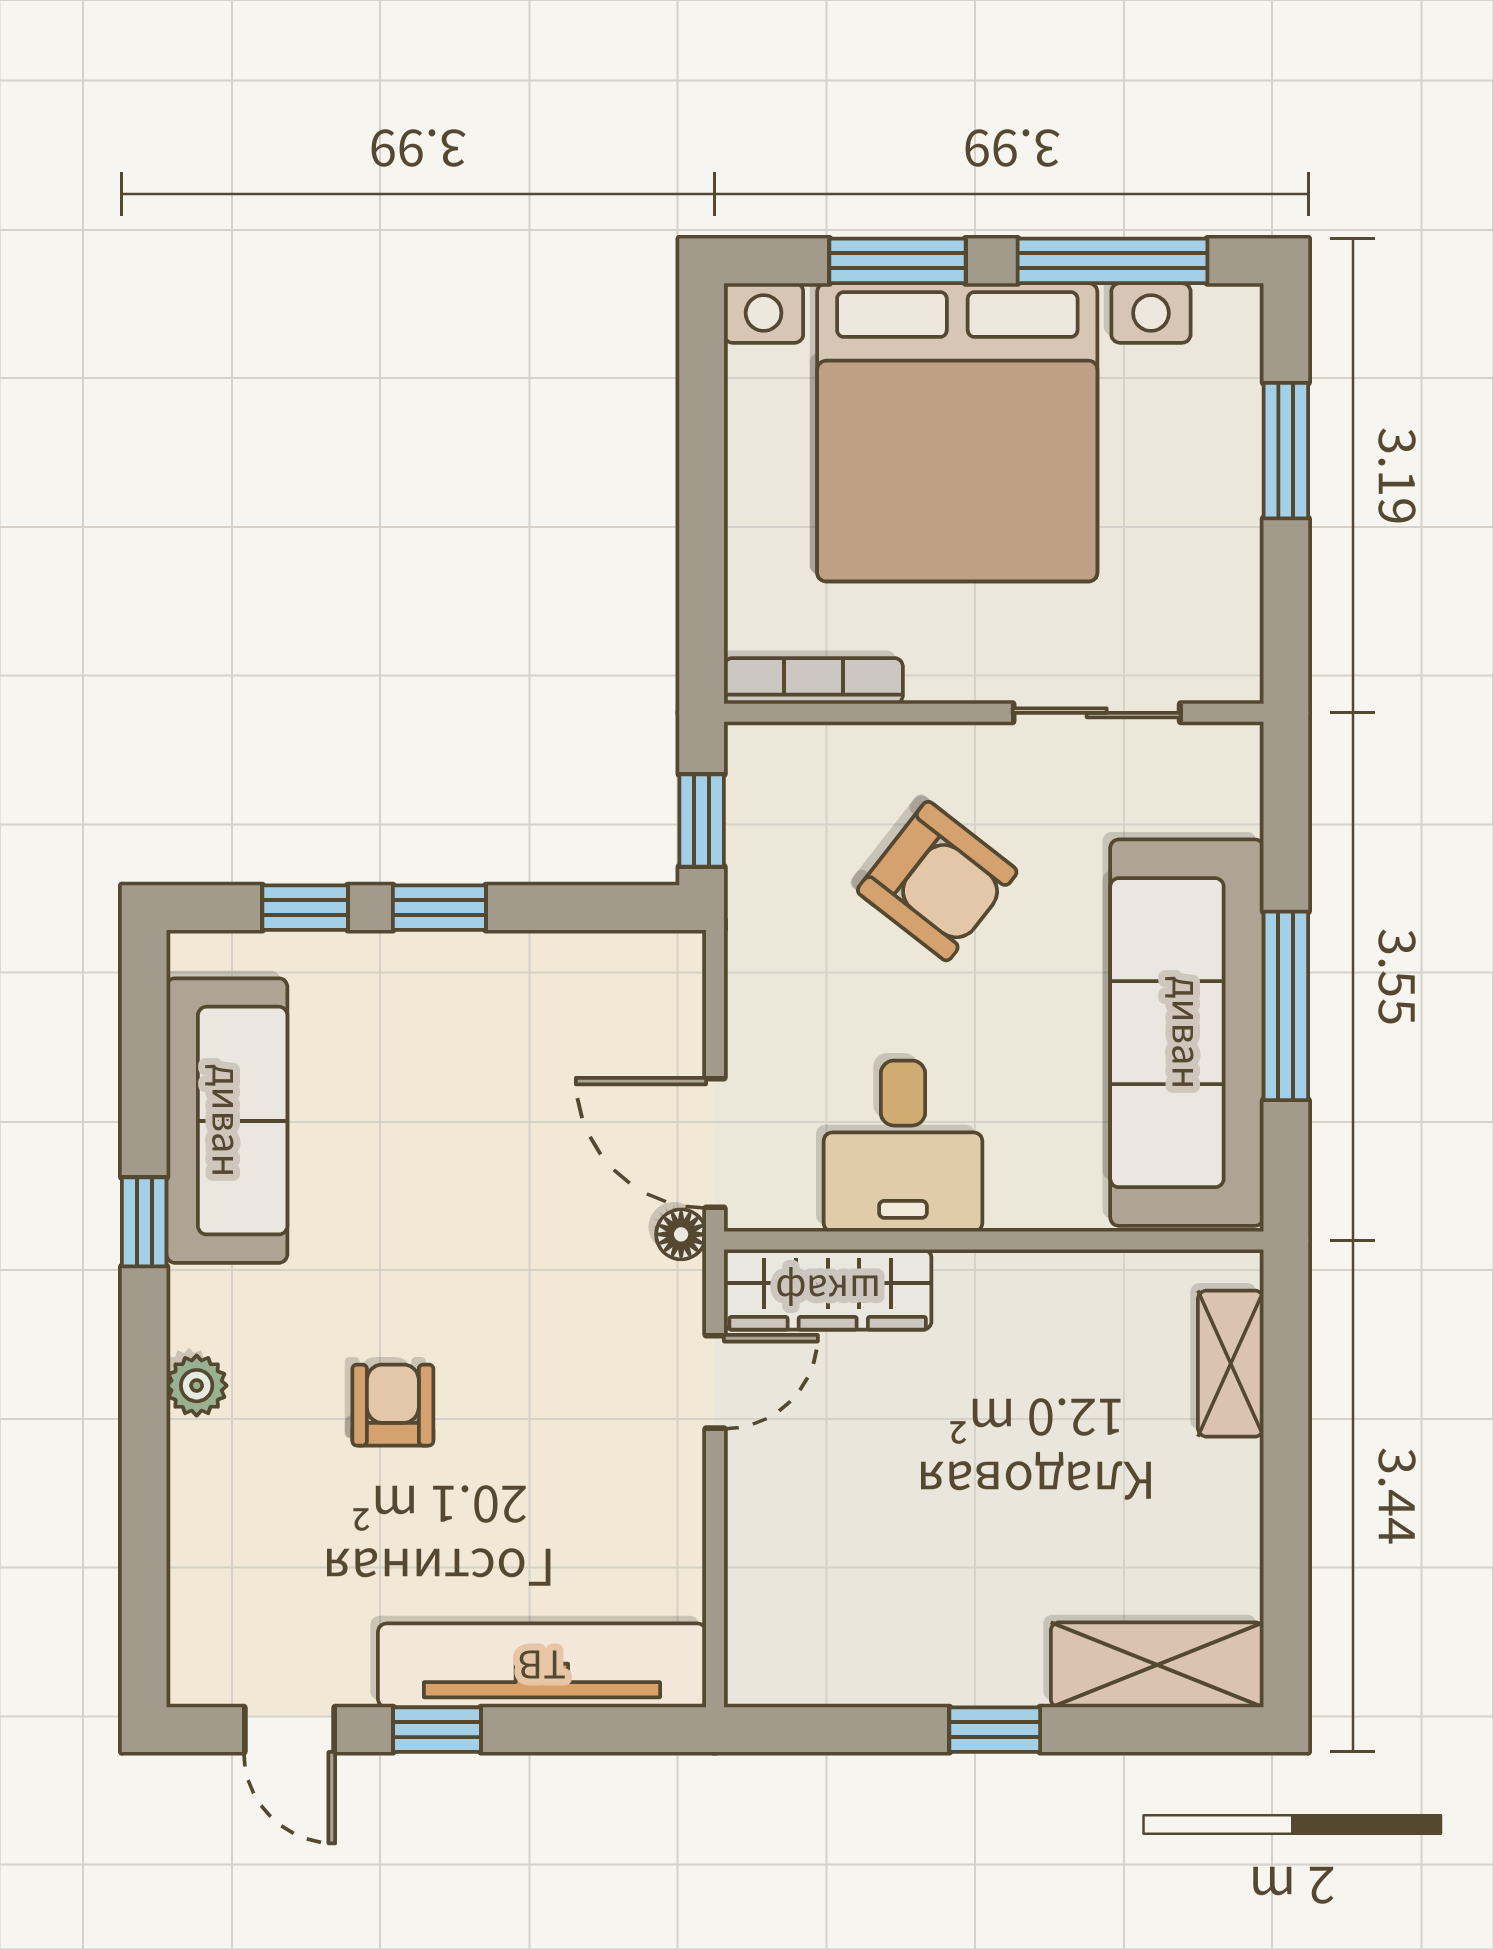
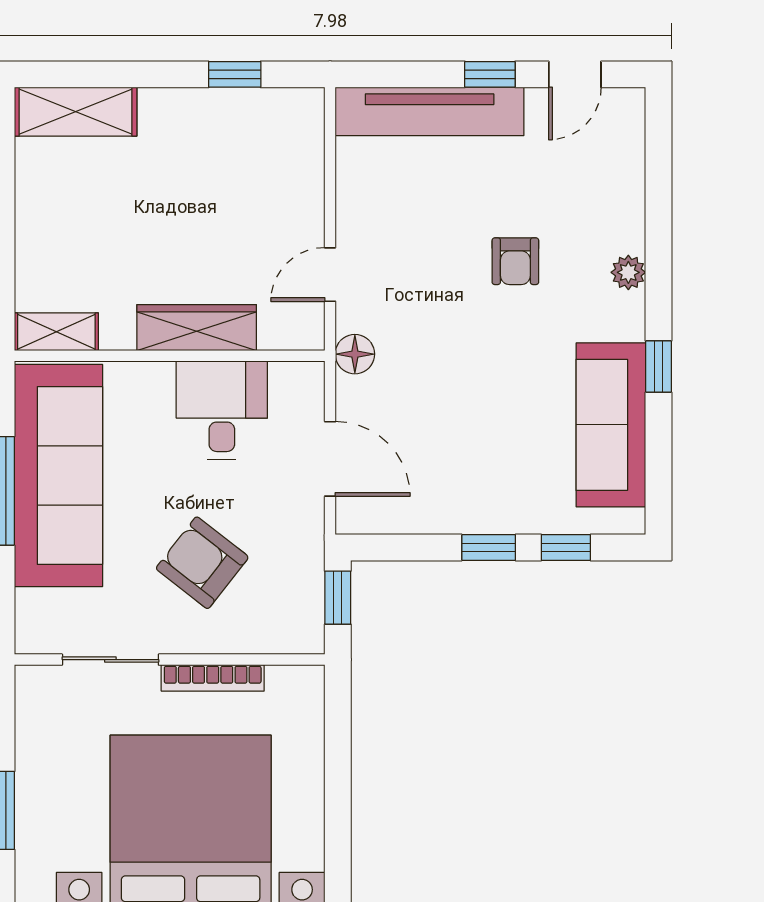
bookcase: (813, 681) -> (213, 678), moved
door: (715, 1143) -> (330, 459), moved
floor lamp: (681, 1234) -> (355, 354), width x1.37, depth x1.37
wardrobe: (828, 1290) -> (197, 328), moved
shelving: (1231, 1364) -> (56, 332), moved, turned 90
door: (289, 1730) -> (575, 74), swing flipped
window: (995, 1730) -> (235, 74), moved

